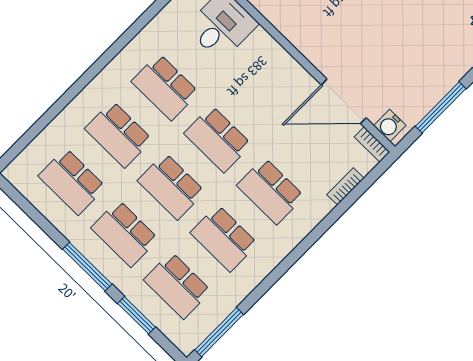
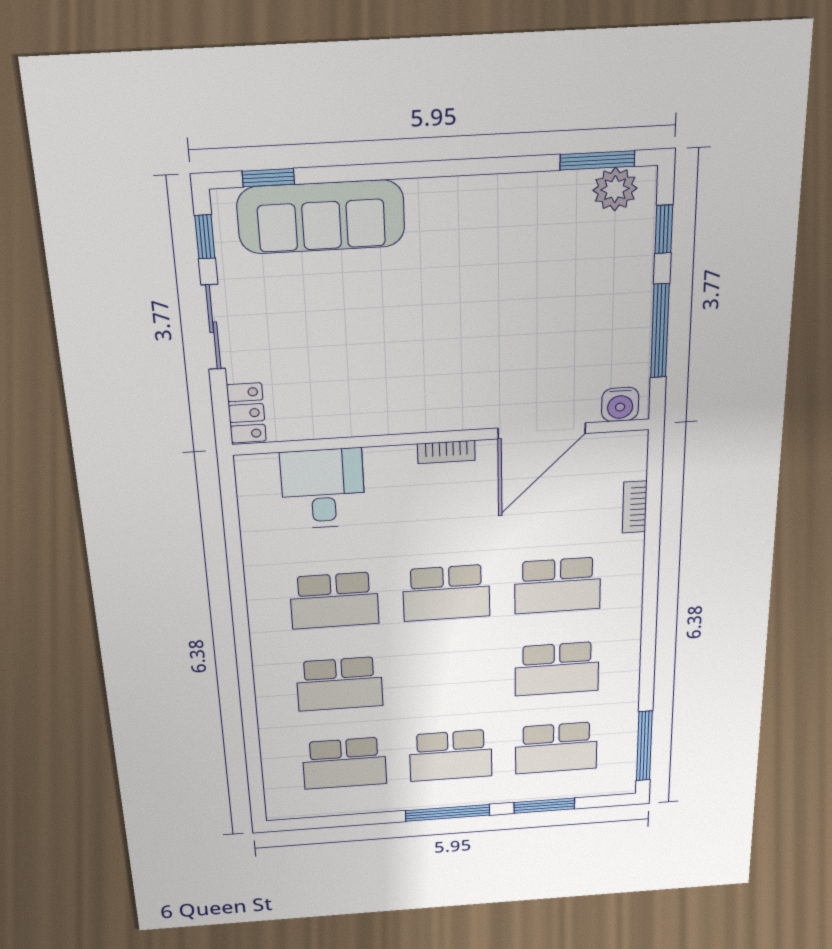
bookcase: (372, 144) -> (446, 452), moved
school desk: (171, 186) -> (449, 676), removed

